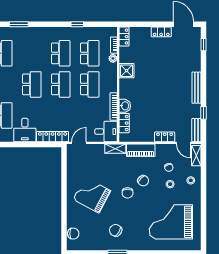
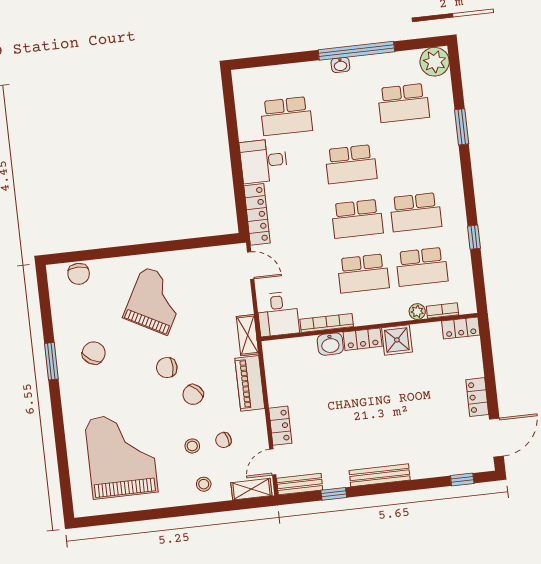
locker: (124, 123) -> (363, 339), moved

